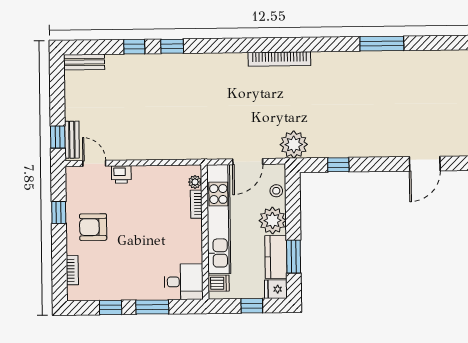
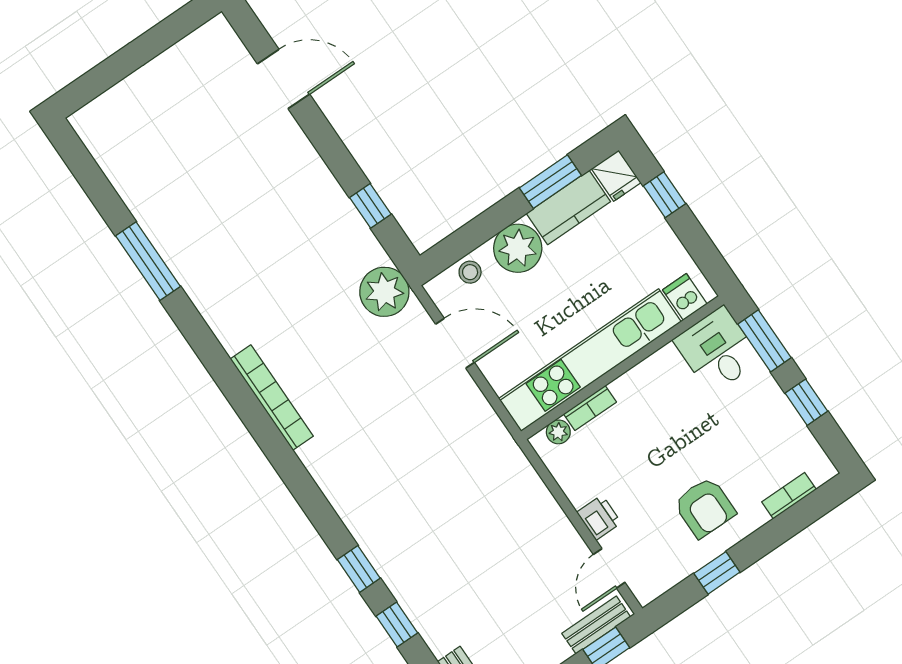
plant: (195, 182) -> (558, 432), moved
bookcase: (196, 204) -> (590, 408), moved
kitchen unit: (219, 219) -> (590, 360), moved
wall: (205, 232) -> (623, 368), moved
desk: (184, 282) -> (717, 350), moved
dishwasher: (219, 283) -> (685, 297), moved

